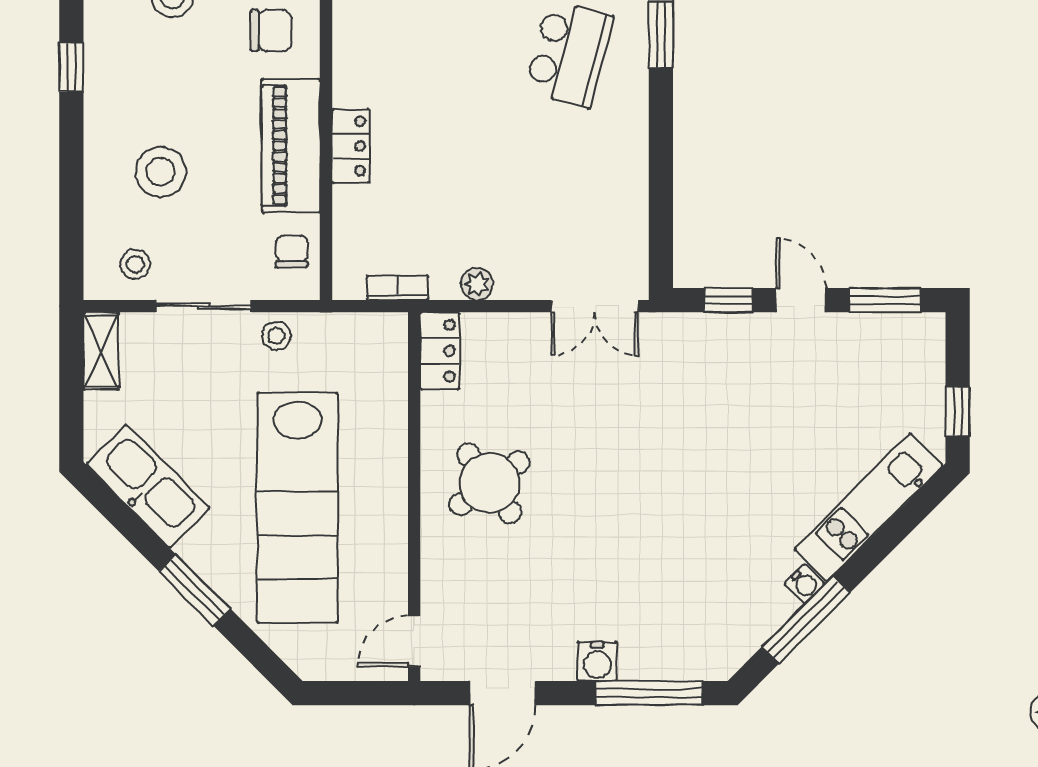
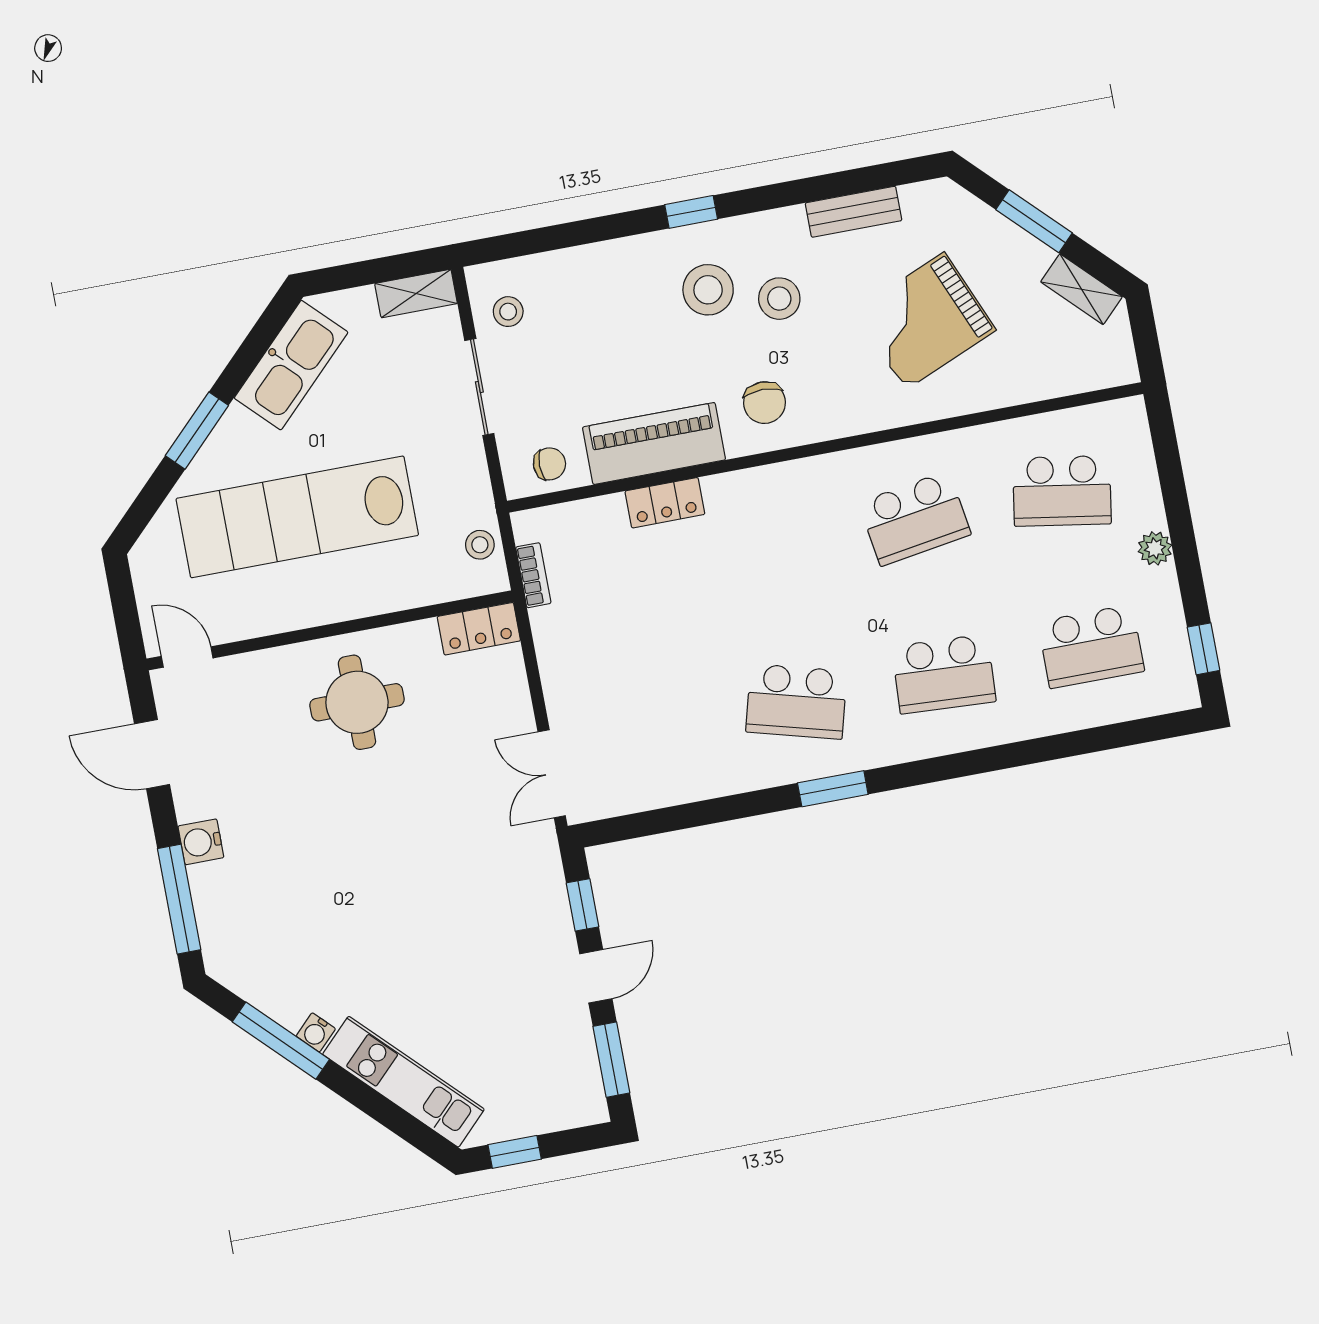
stool: (161, 172) -> (708, 290), moved
plant: (477, 284) -> (552, 653), removed
stool: (276, 336) -> (480, 545), moved
round table: (489, 483) -> (357, 702), turned 36

